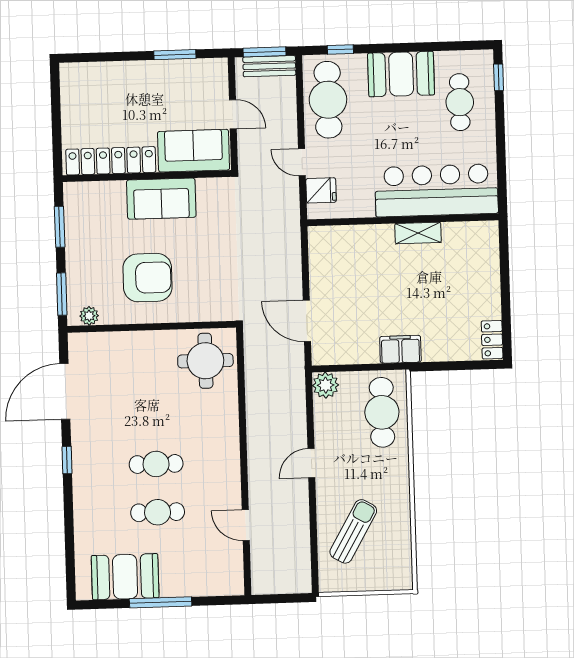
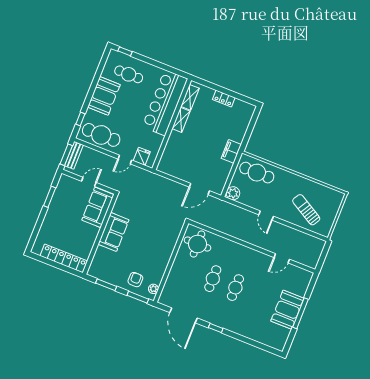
locker: (111, 161) -> (64, 258), moved, turned 90
shelving: (466, 232) -> (190, 97), added
armchair: (148, 278) -> (135, 280), moved, width x0.53, depth x0.53
locker: (492, 340) -> (224, 98), moved
cafe table: (158, 512) -> (213, 279), moved
booth: (125, 577) -> (287, 310), moved

